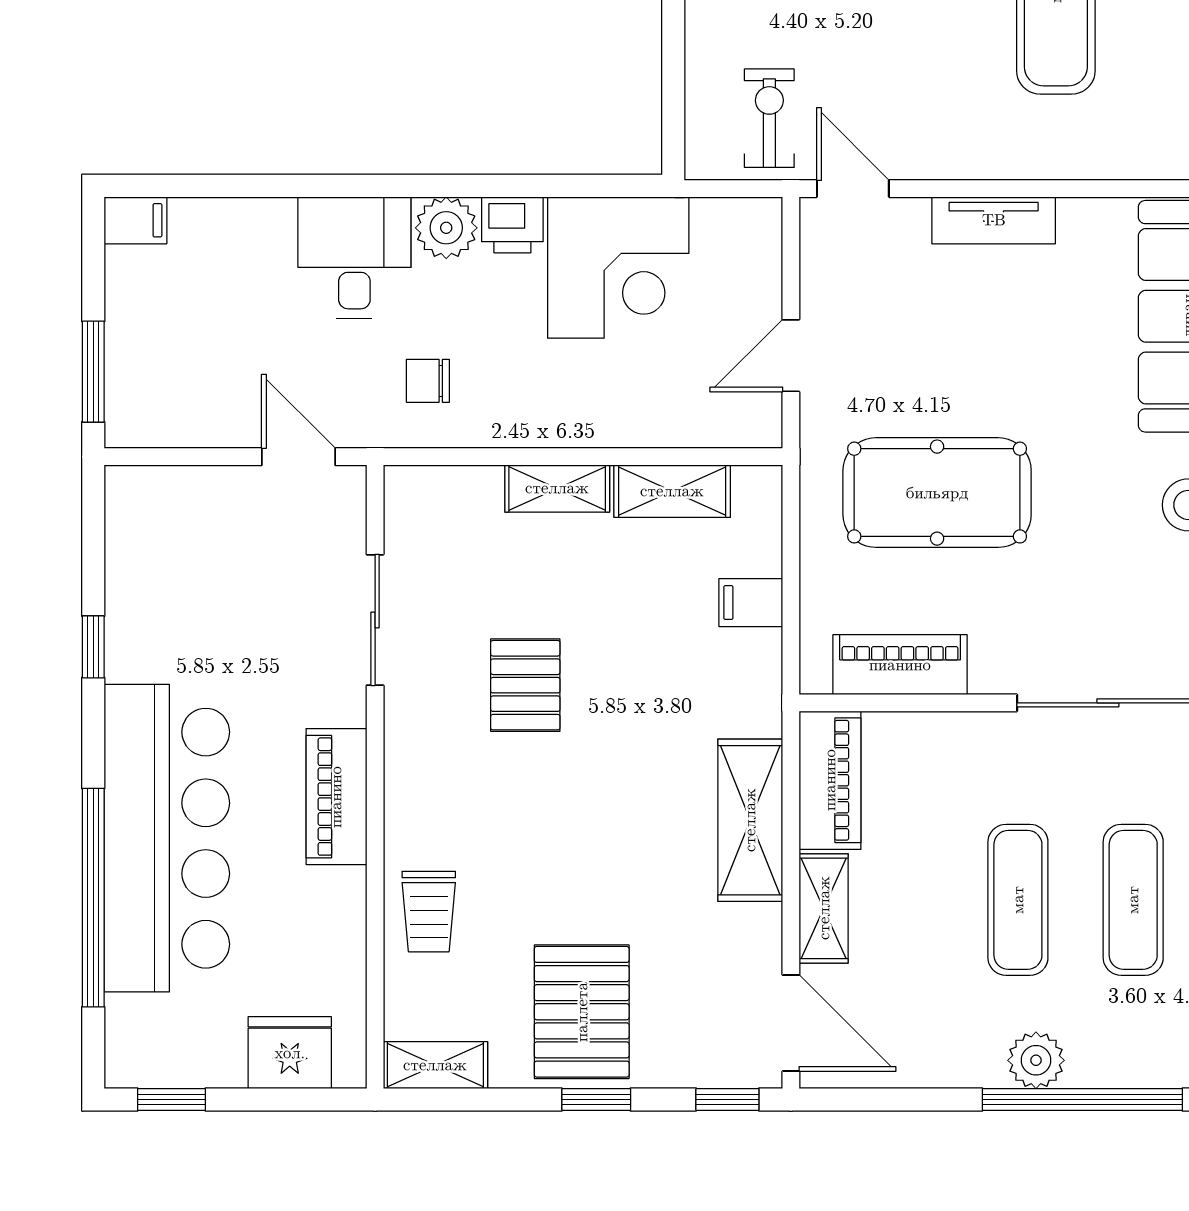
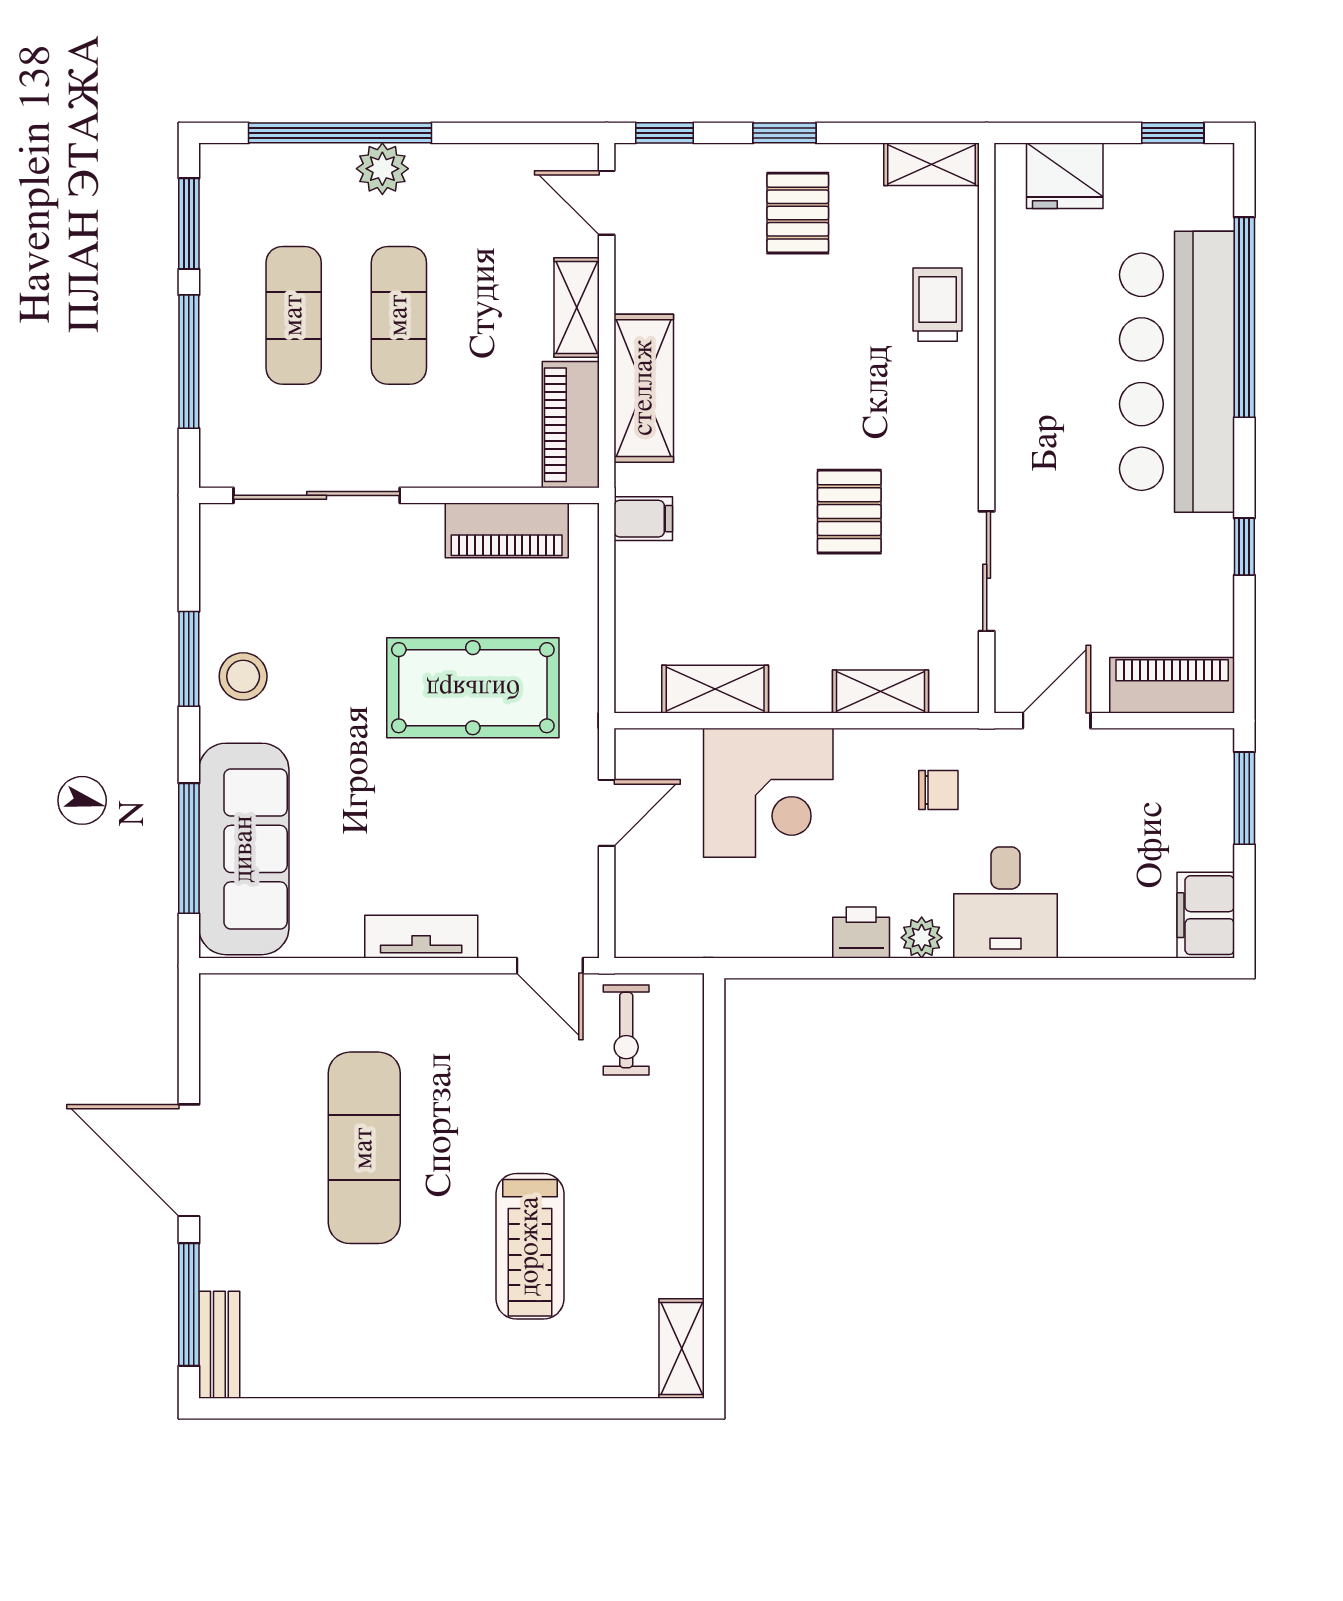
filing cabinet: (136, 220) -> (1206, 915), width x2.00
plant: (446, 228) -> (922, 938), width x0.73, depth x0.73
corner desk: (618, 267) -> (768, 793), moved, turned 180
door: (299, 457) -> (1057, 721), swing flipped
shelving: (557, 488) -> (881, 691), moved
filing cabinet: (751, 603) -> (643, 519), moved
piano: (336, 797) -> (1172, 685), moved, turned -90
pallet: (582, 1012) -> (798, 213), width x0.67, depth x0.71
door: (791, 1023) -> (607, 203), width x0.73

